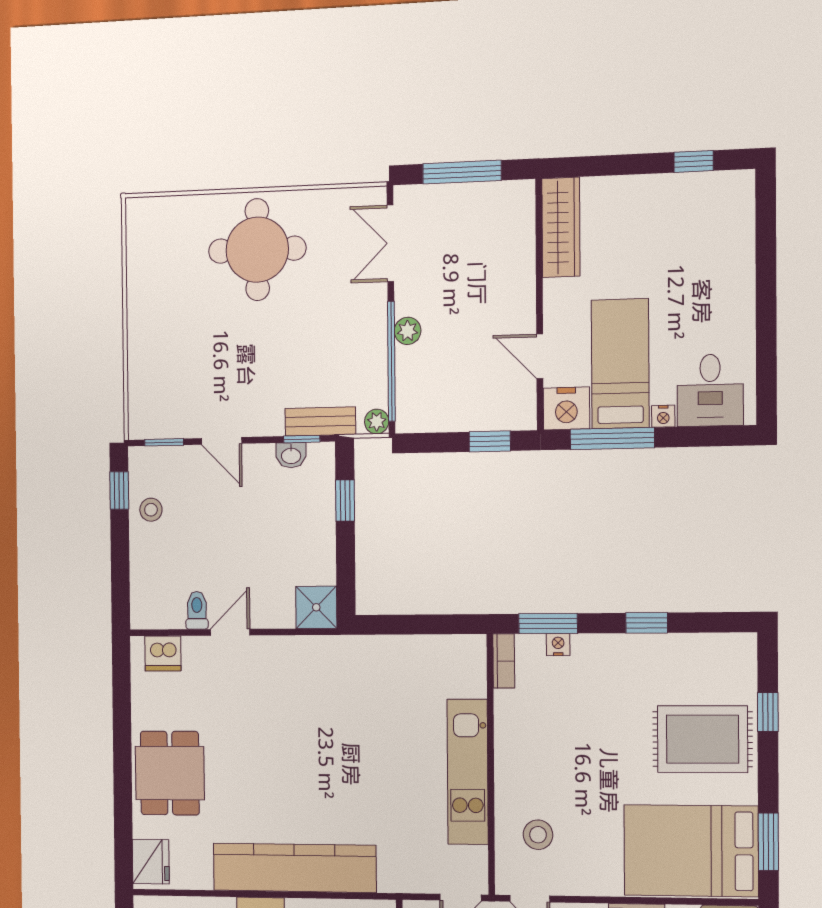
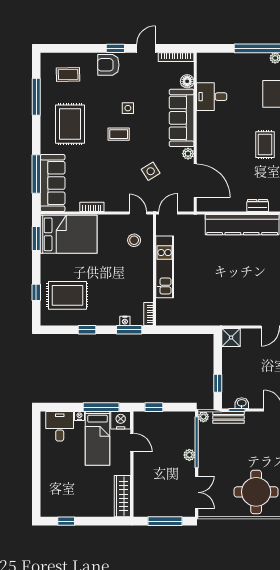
rug: (702, 739) -> (67, 295), moved

